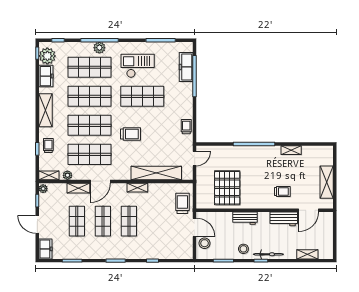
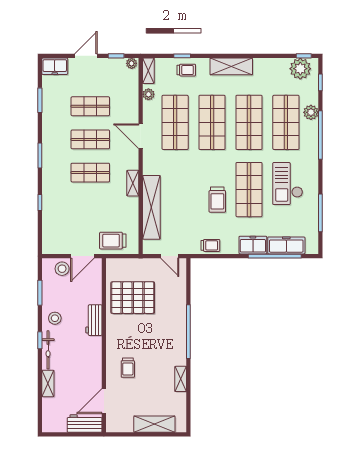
plant: (99, 48) -> (311, 112), moved
checkout: (138, 66) -> (288, 184), turned 180
freezer: (46, 76) -> (253, 245), moved, turned 180
trolley: (130, 134) -> (217, 200), moved
shelving: (327, 182) -> (154, 424), moved
shelving: (78, 188) -> (132, 108), removed
trolley: (182, 203) -> (113, 241), turned 180
door: (309, 210) -> (104, 401), hinge flipped
workbench: (284, 219) -> (85, 423), moved, turned 90
shelving: (307, 254) -> (48, 383), moved

